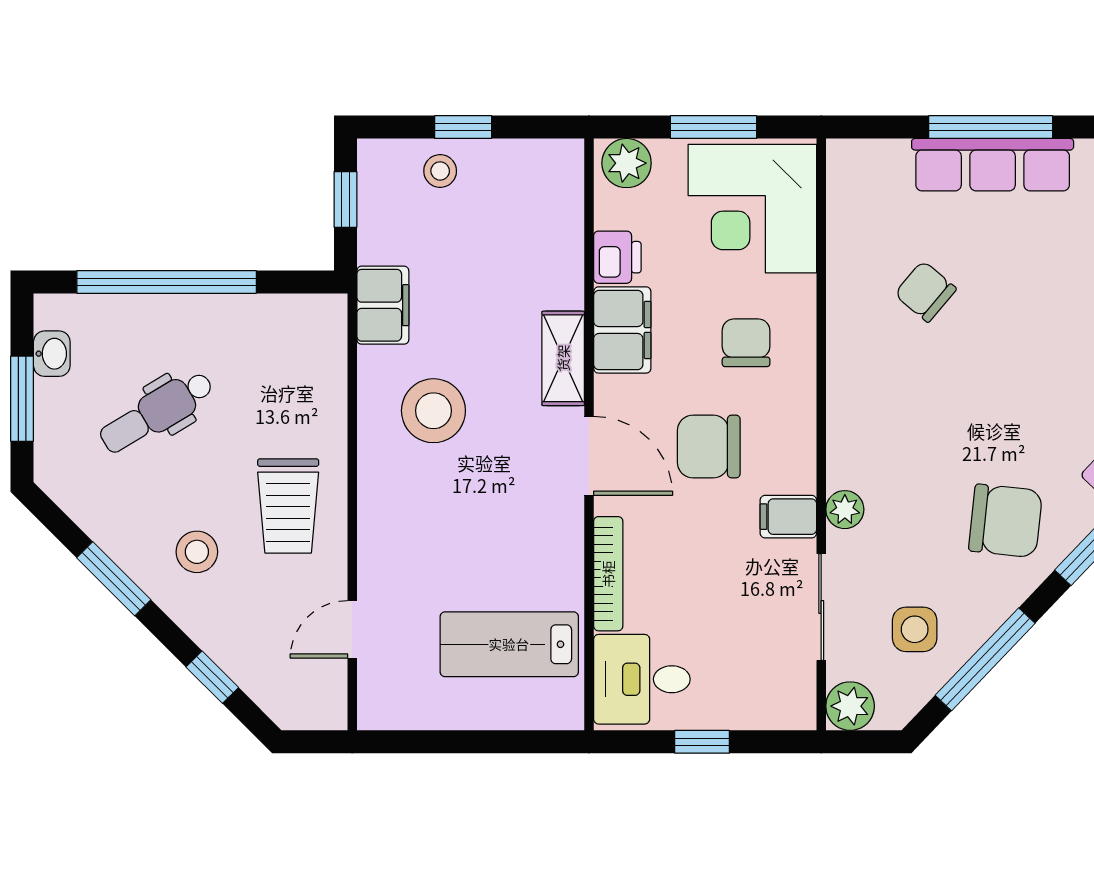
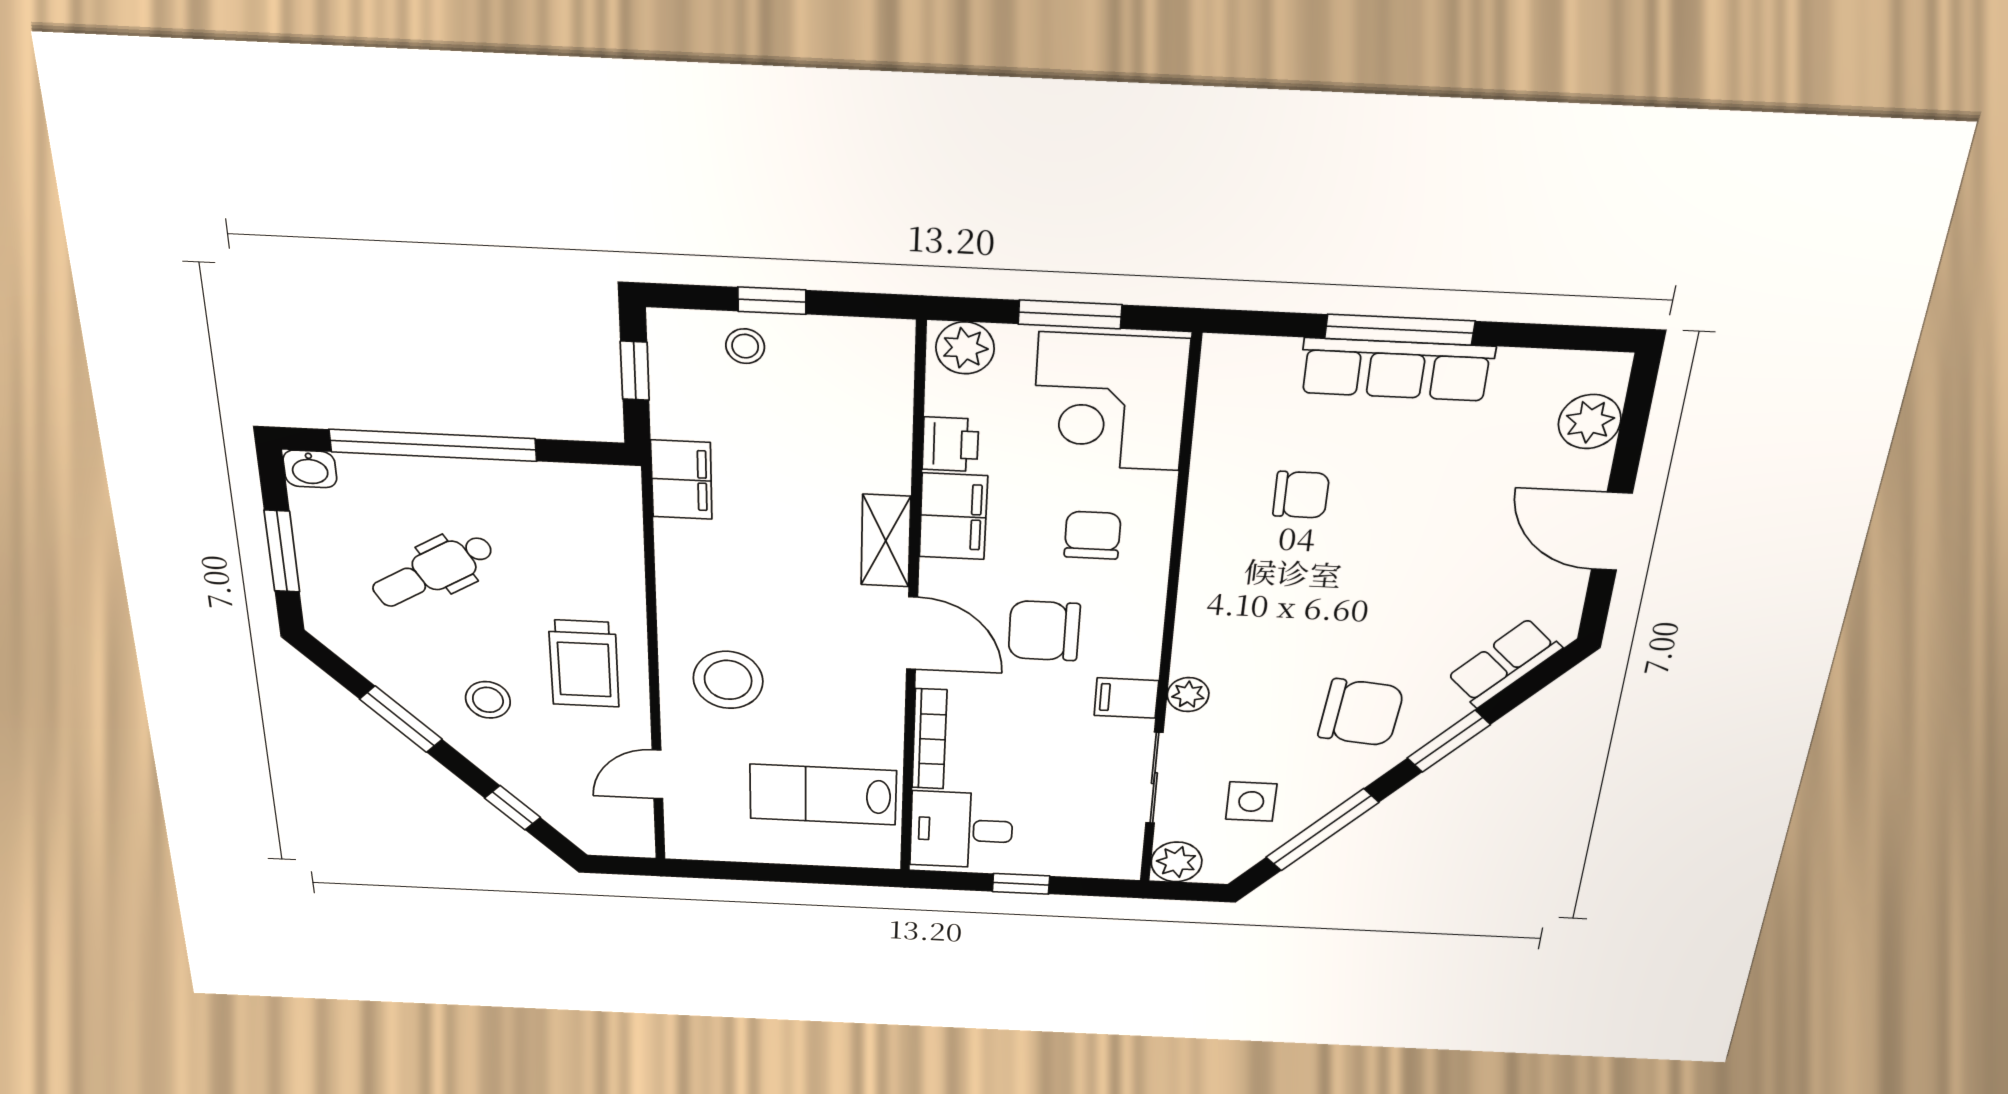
chair: (925, 291) -> (1301, 495), turned 140
washbasin: (52, 354) -> (310, 469), moved, turned 90
stool: (433, 411) -> (728, 680), moved

